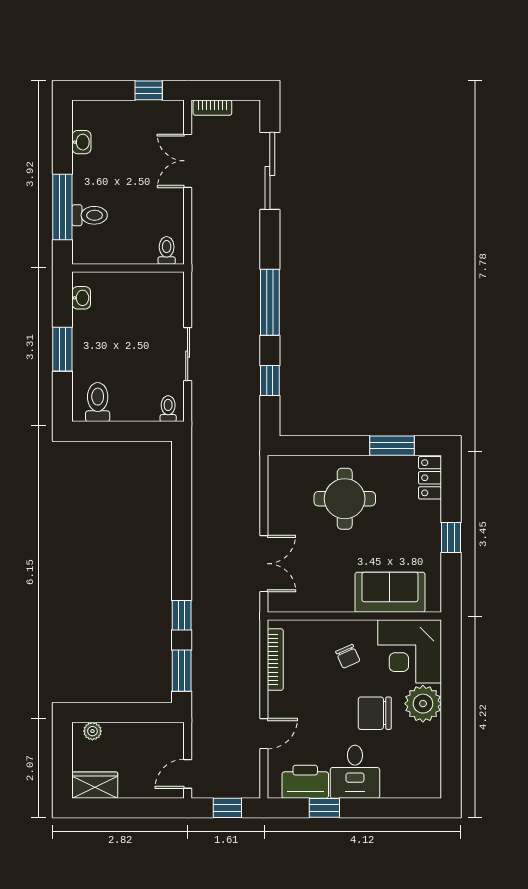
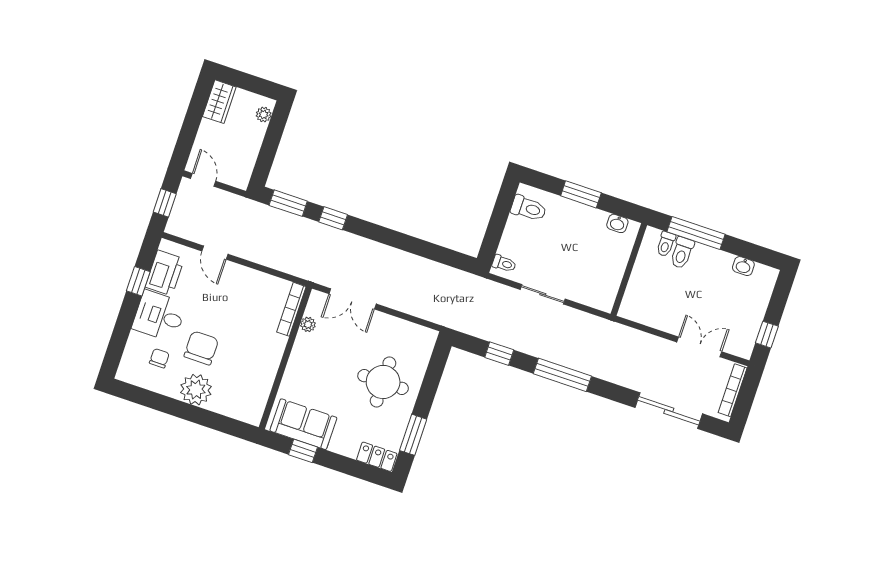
bookcase: (212, 108) -> (733, 390), width x1.56
toilet: (167, 250) -> (666, 244), moved, turned 90
window: (451, 537) -> (303, 451), moved
sofa: (390, 592) -> (303, 424), moved, turned -90
plant: (309, 603) -> (308, 324), added
corner desk: (410, 651) -> (242, 393), removed
chair: (348, 656) -> (159, 358), moved, turned 114
bookcase: (275, 660) -> (291, 309), moved, turned 90

